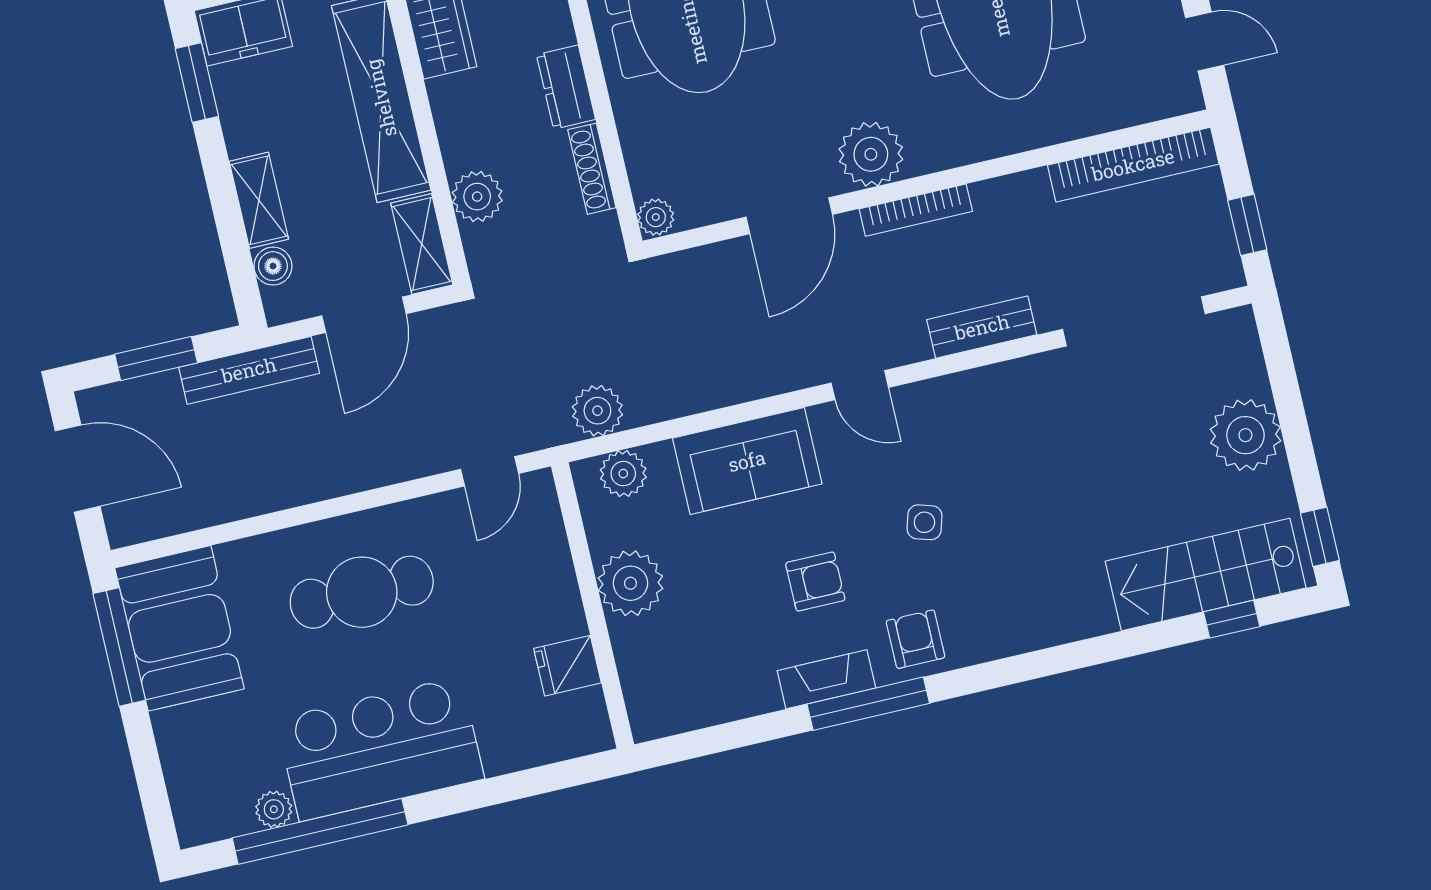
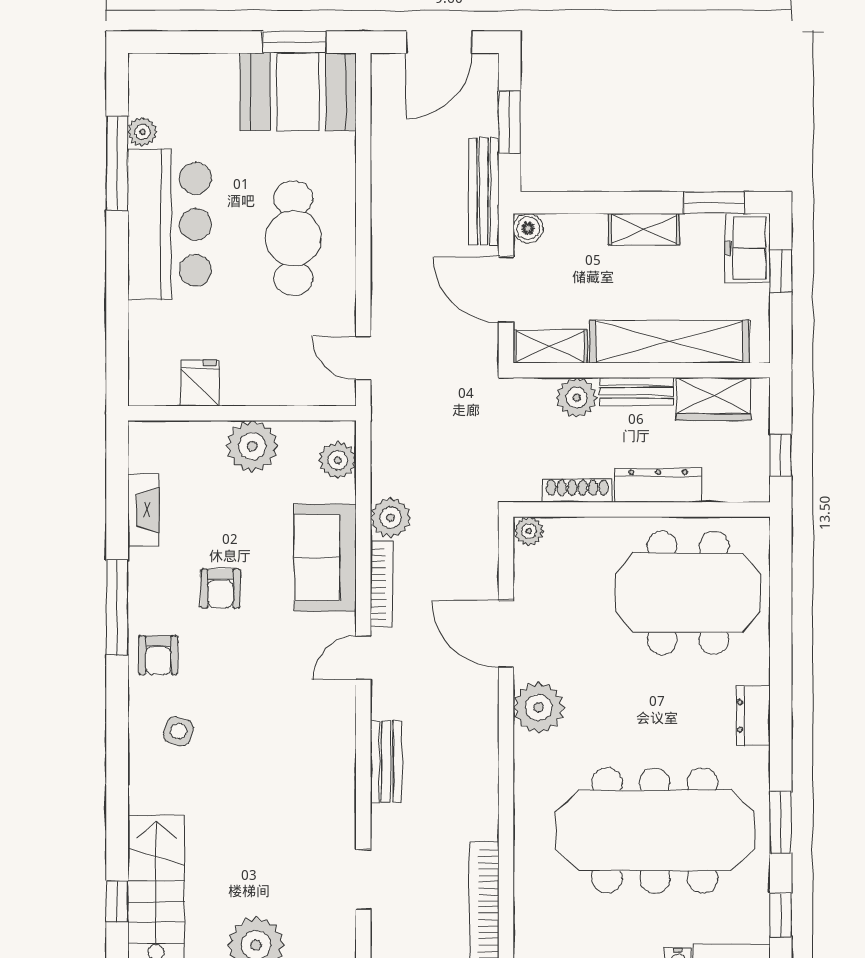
dresser: (566, 87) -> (658, 485), width x1.44
bench: (453, 124) -> (636, 392), added
shelving: (259, 200) -> (644, 229), moved
bookcase: (916, 210) -> (382, 584), moved, turned 180
boiler: (273, 266) -> (528, 228), moved
doorway: (1134, 321) -> (363, 880), width x0.53
plant: (597, 411) -> (391, 517), moved
side table: (924, 522) -> (178, 731), moved
armchair: (915, 639) -> (158, 655), turned 90
window: (119, 647) -> (295, 42), width x0.69
fireplace: (826, 679) -> (143, 510), moved
window: (320, 831) -> (117, 163), width x0.68

